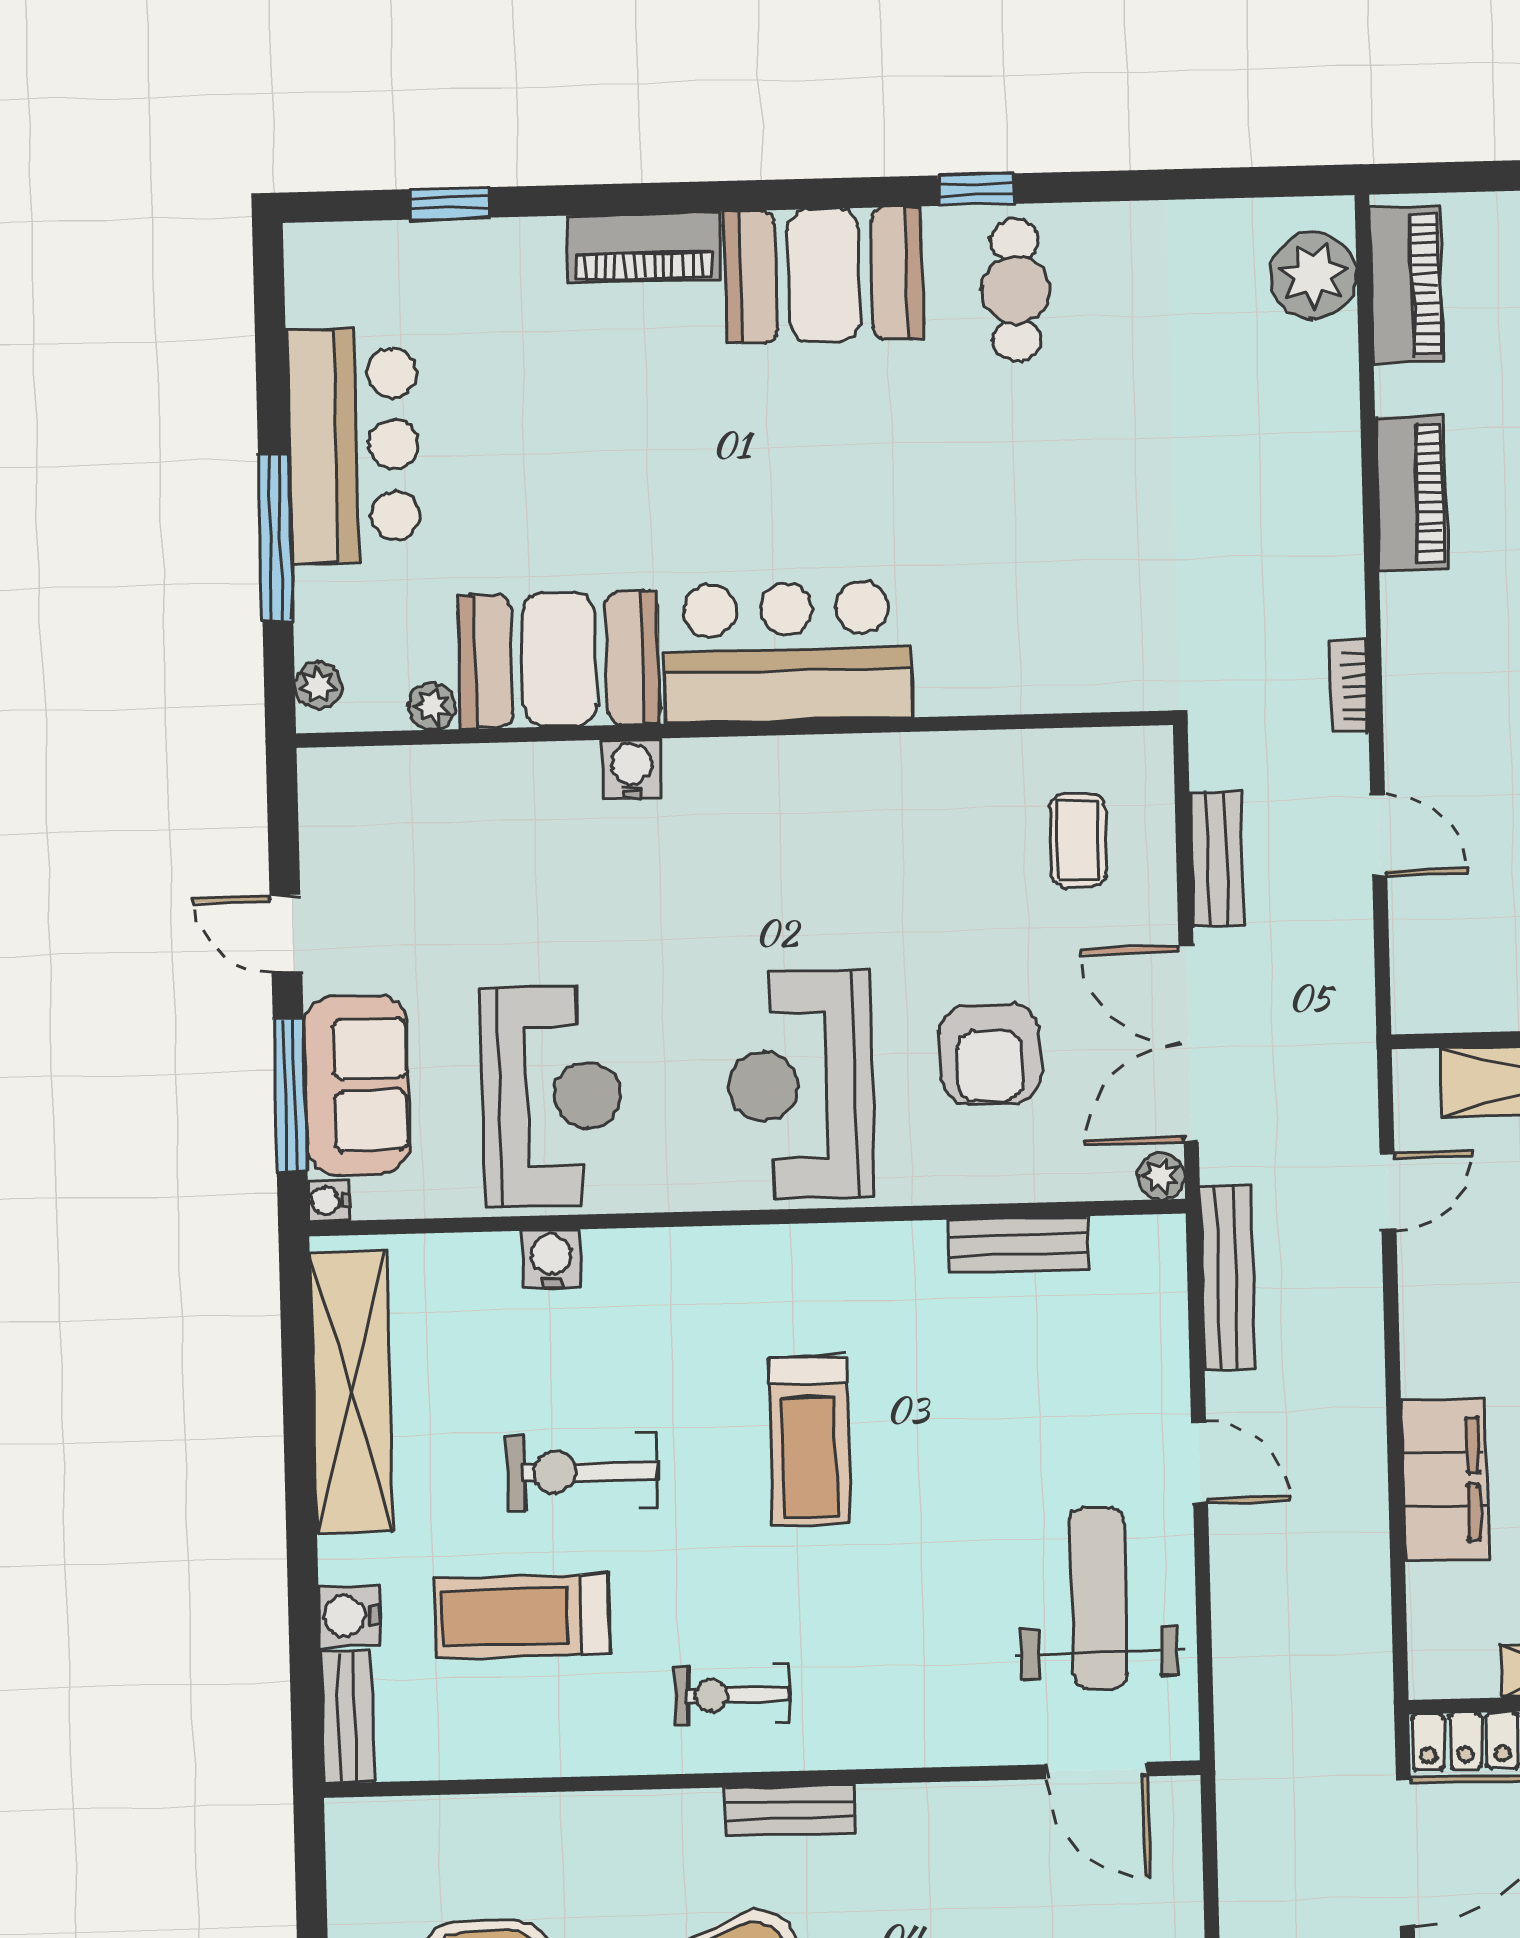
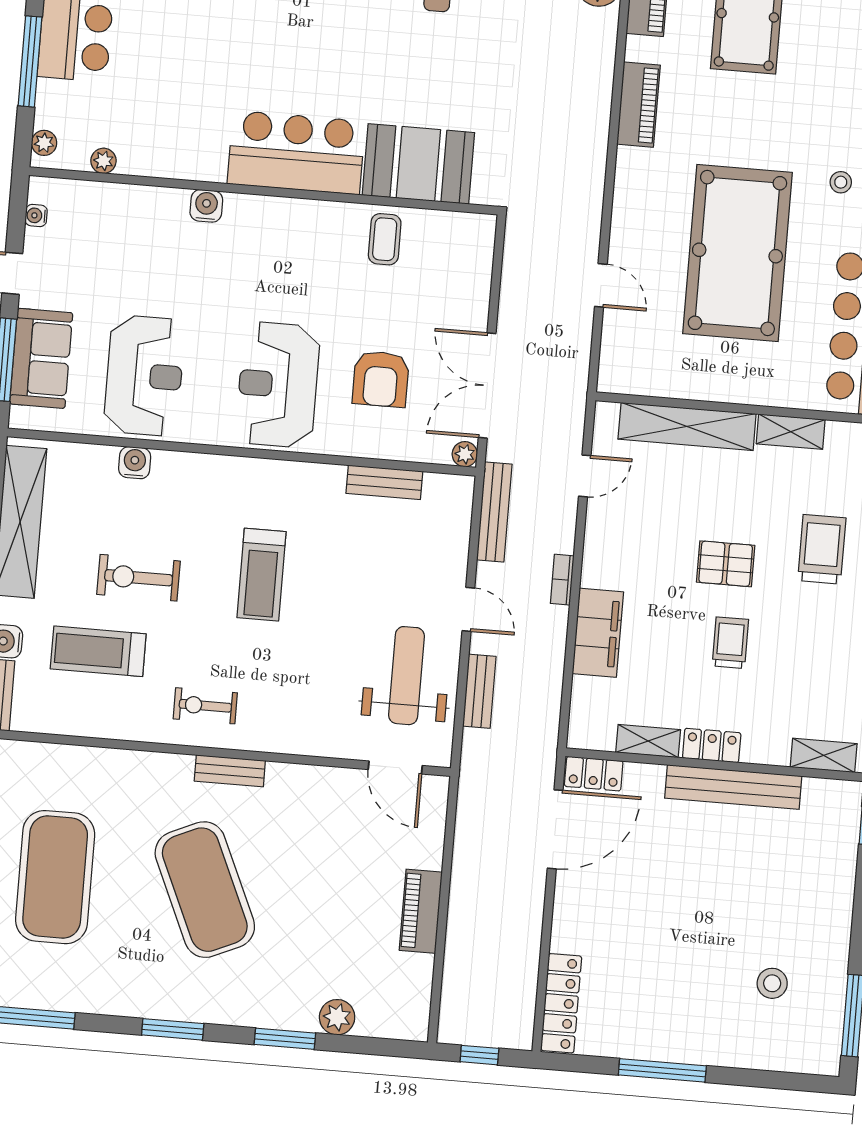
booth: (559, 660) -> (418, 164), moved
bookcase: (1349, 686) -> (562, 580), moved
coffee table: (1078, 840) -> (385, 239), moved
bench: (1217, 859) -> (479, 691), moved
water cooler: (328, 1200) -> (36, 216), moved

